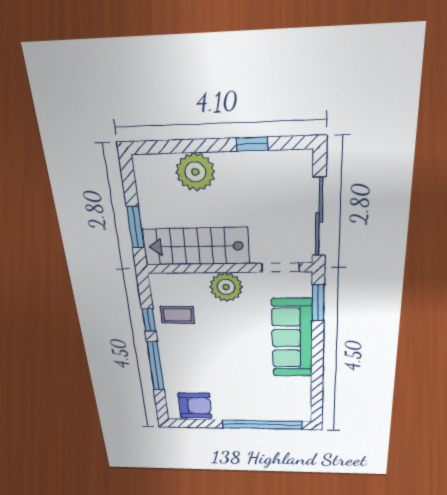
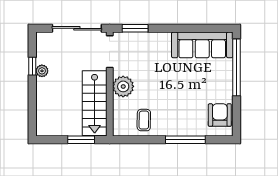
plant: (195, 172) -> (42, 71), moved, width x0.53, depth x0.53
doorway: (281, 268) -> (110, 52), width x1.38
window: (149, 320) -> (148, 140), removed
sofa: (292, 338) -> (202, 45), moved

